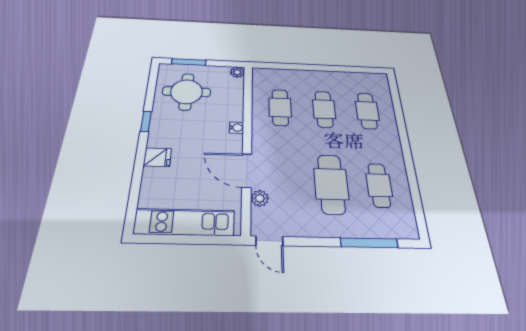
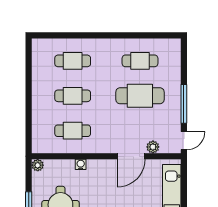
water cooler: (237, 128) -> (81, 164), moved
window: (369, 243) -> (184, 104), moved

